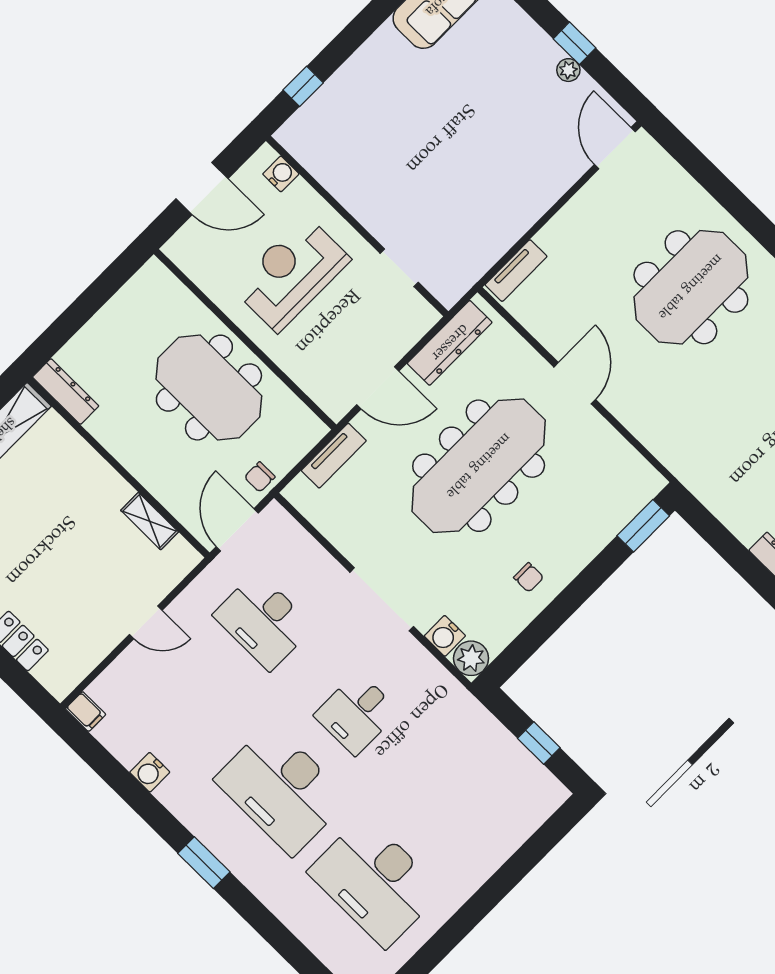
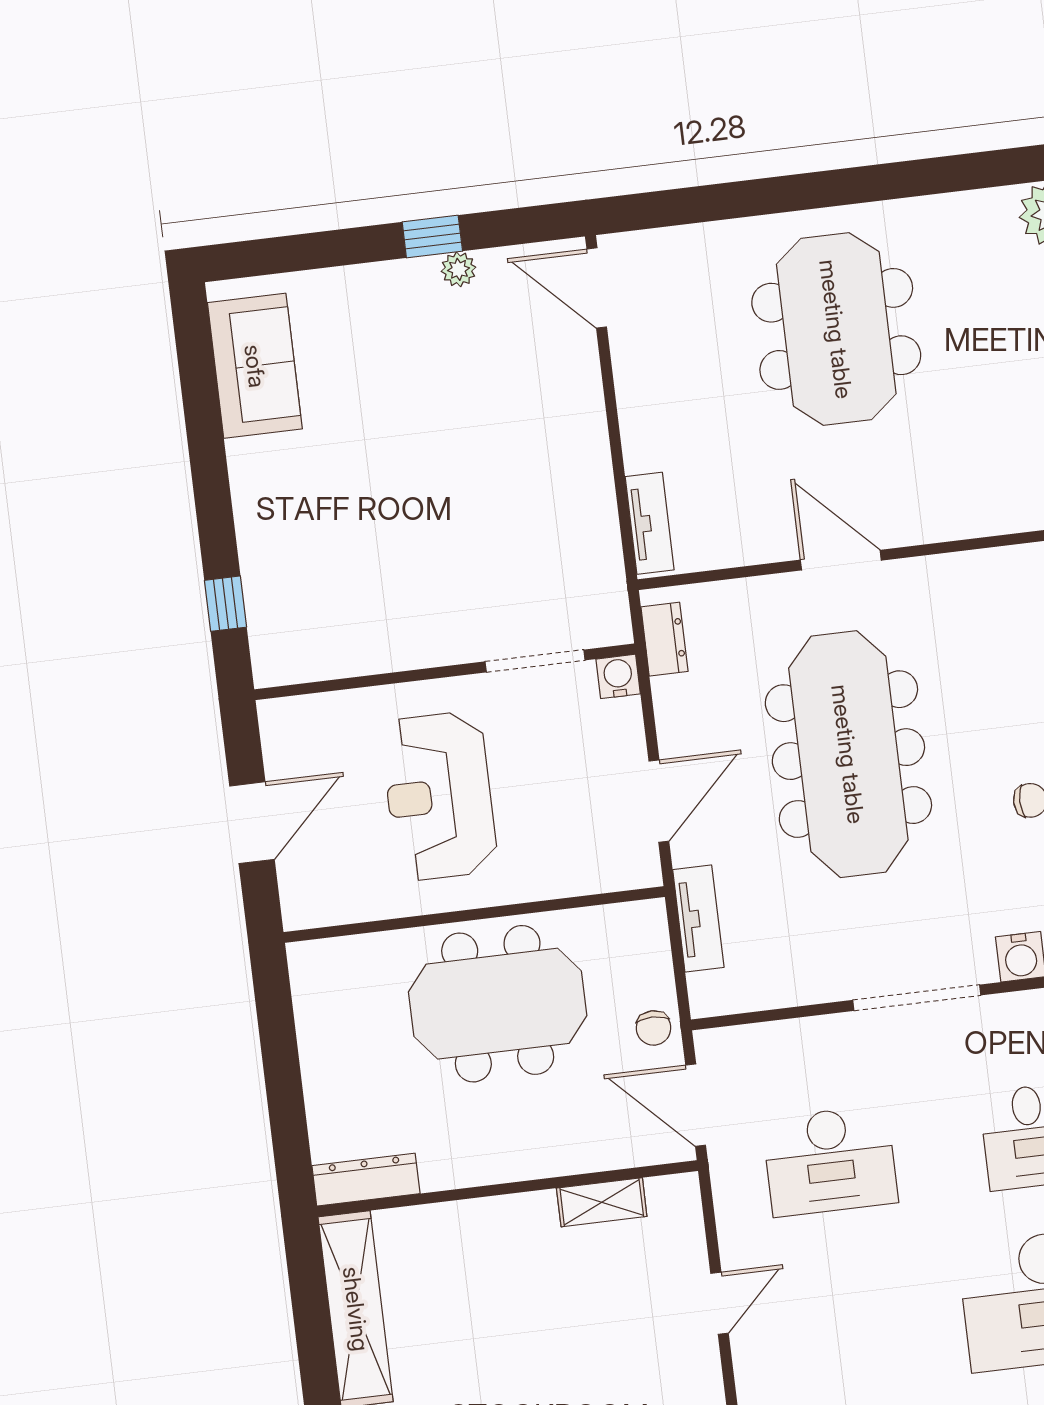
water cooler: (281, 174) -> (618, 676), moved
doorway: (399, 268) -> (535, 661), width x1.38
dresser: (450, 343) -> (664, 639), width x0.51, depth x0.80

